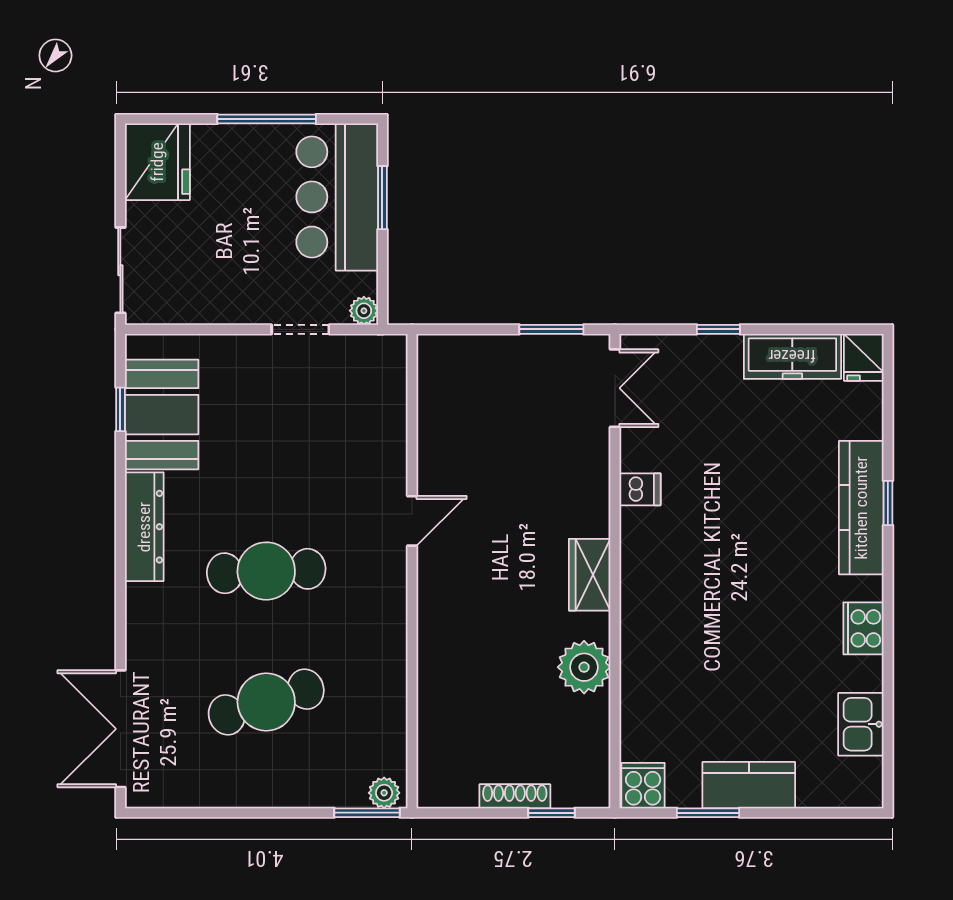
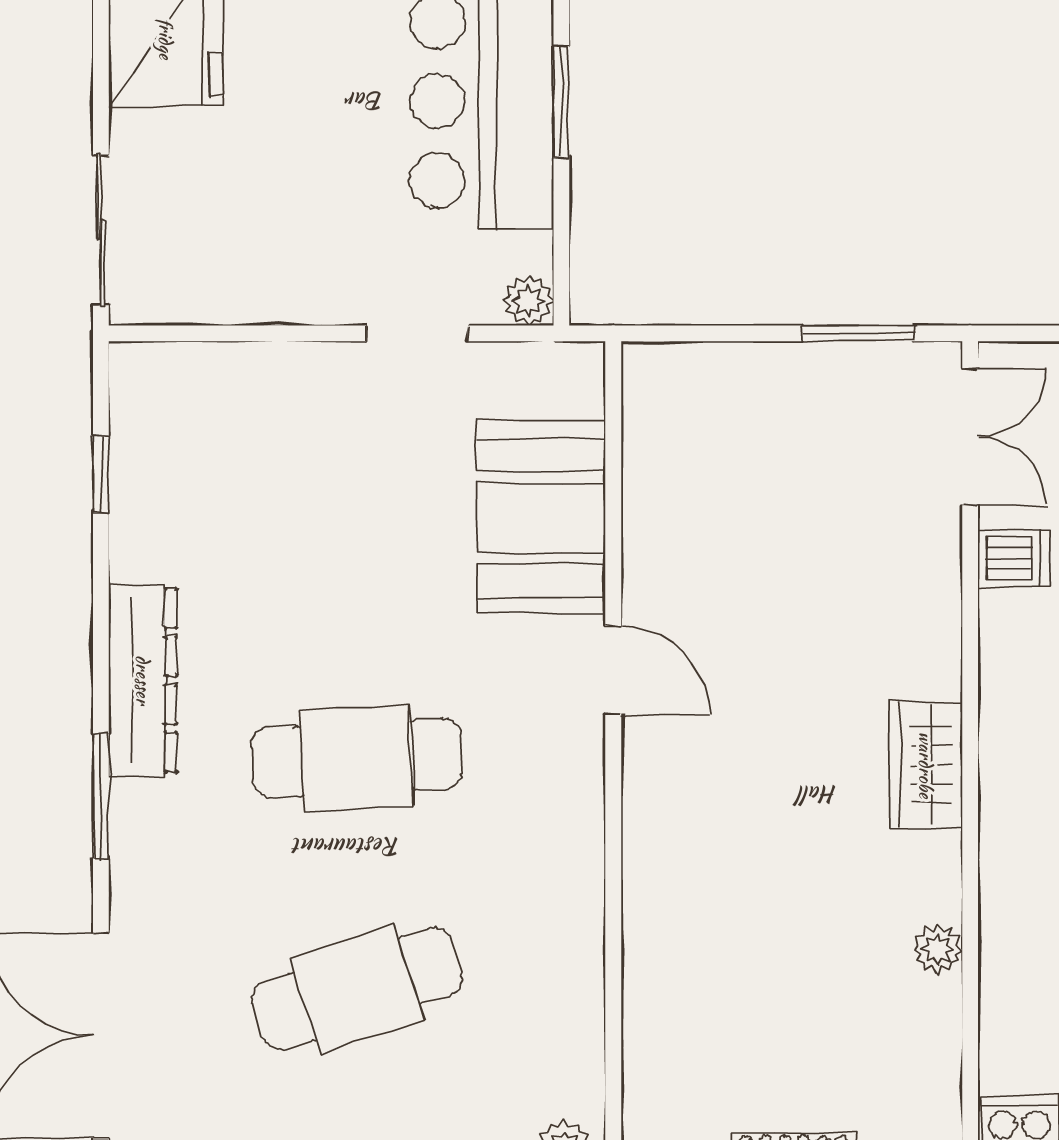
booth: (162, 415) -> (541, 518), moved
dishwasher: (640, 489) -> (1014, 558), moved
door: (412, 521) -> (613, 670), hinge flipped
window: (120, 592) -> (101, 796), added
plant: (584, 667) -> (937, 949), width x0.53, depth x0.53

